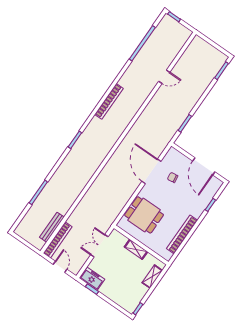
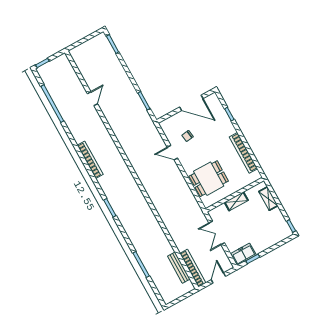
door: (151, 171) -> (172, 153), width x0.53
door: (60, 267) -> (218, 278), hinge flipped

